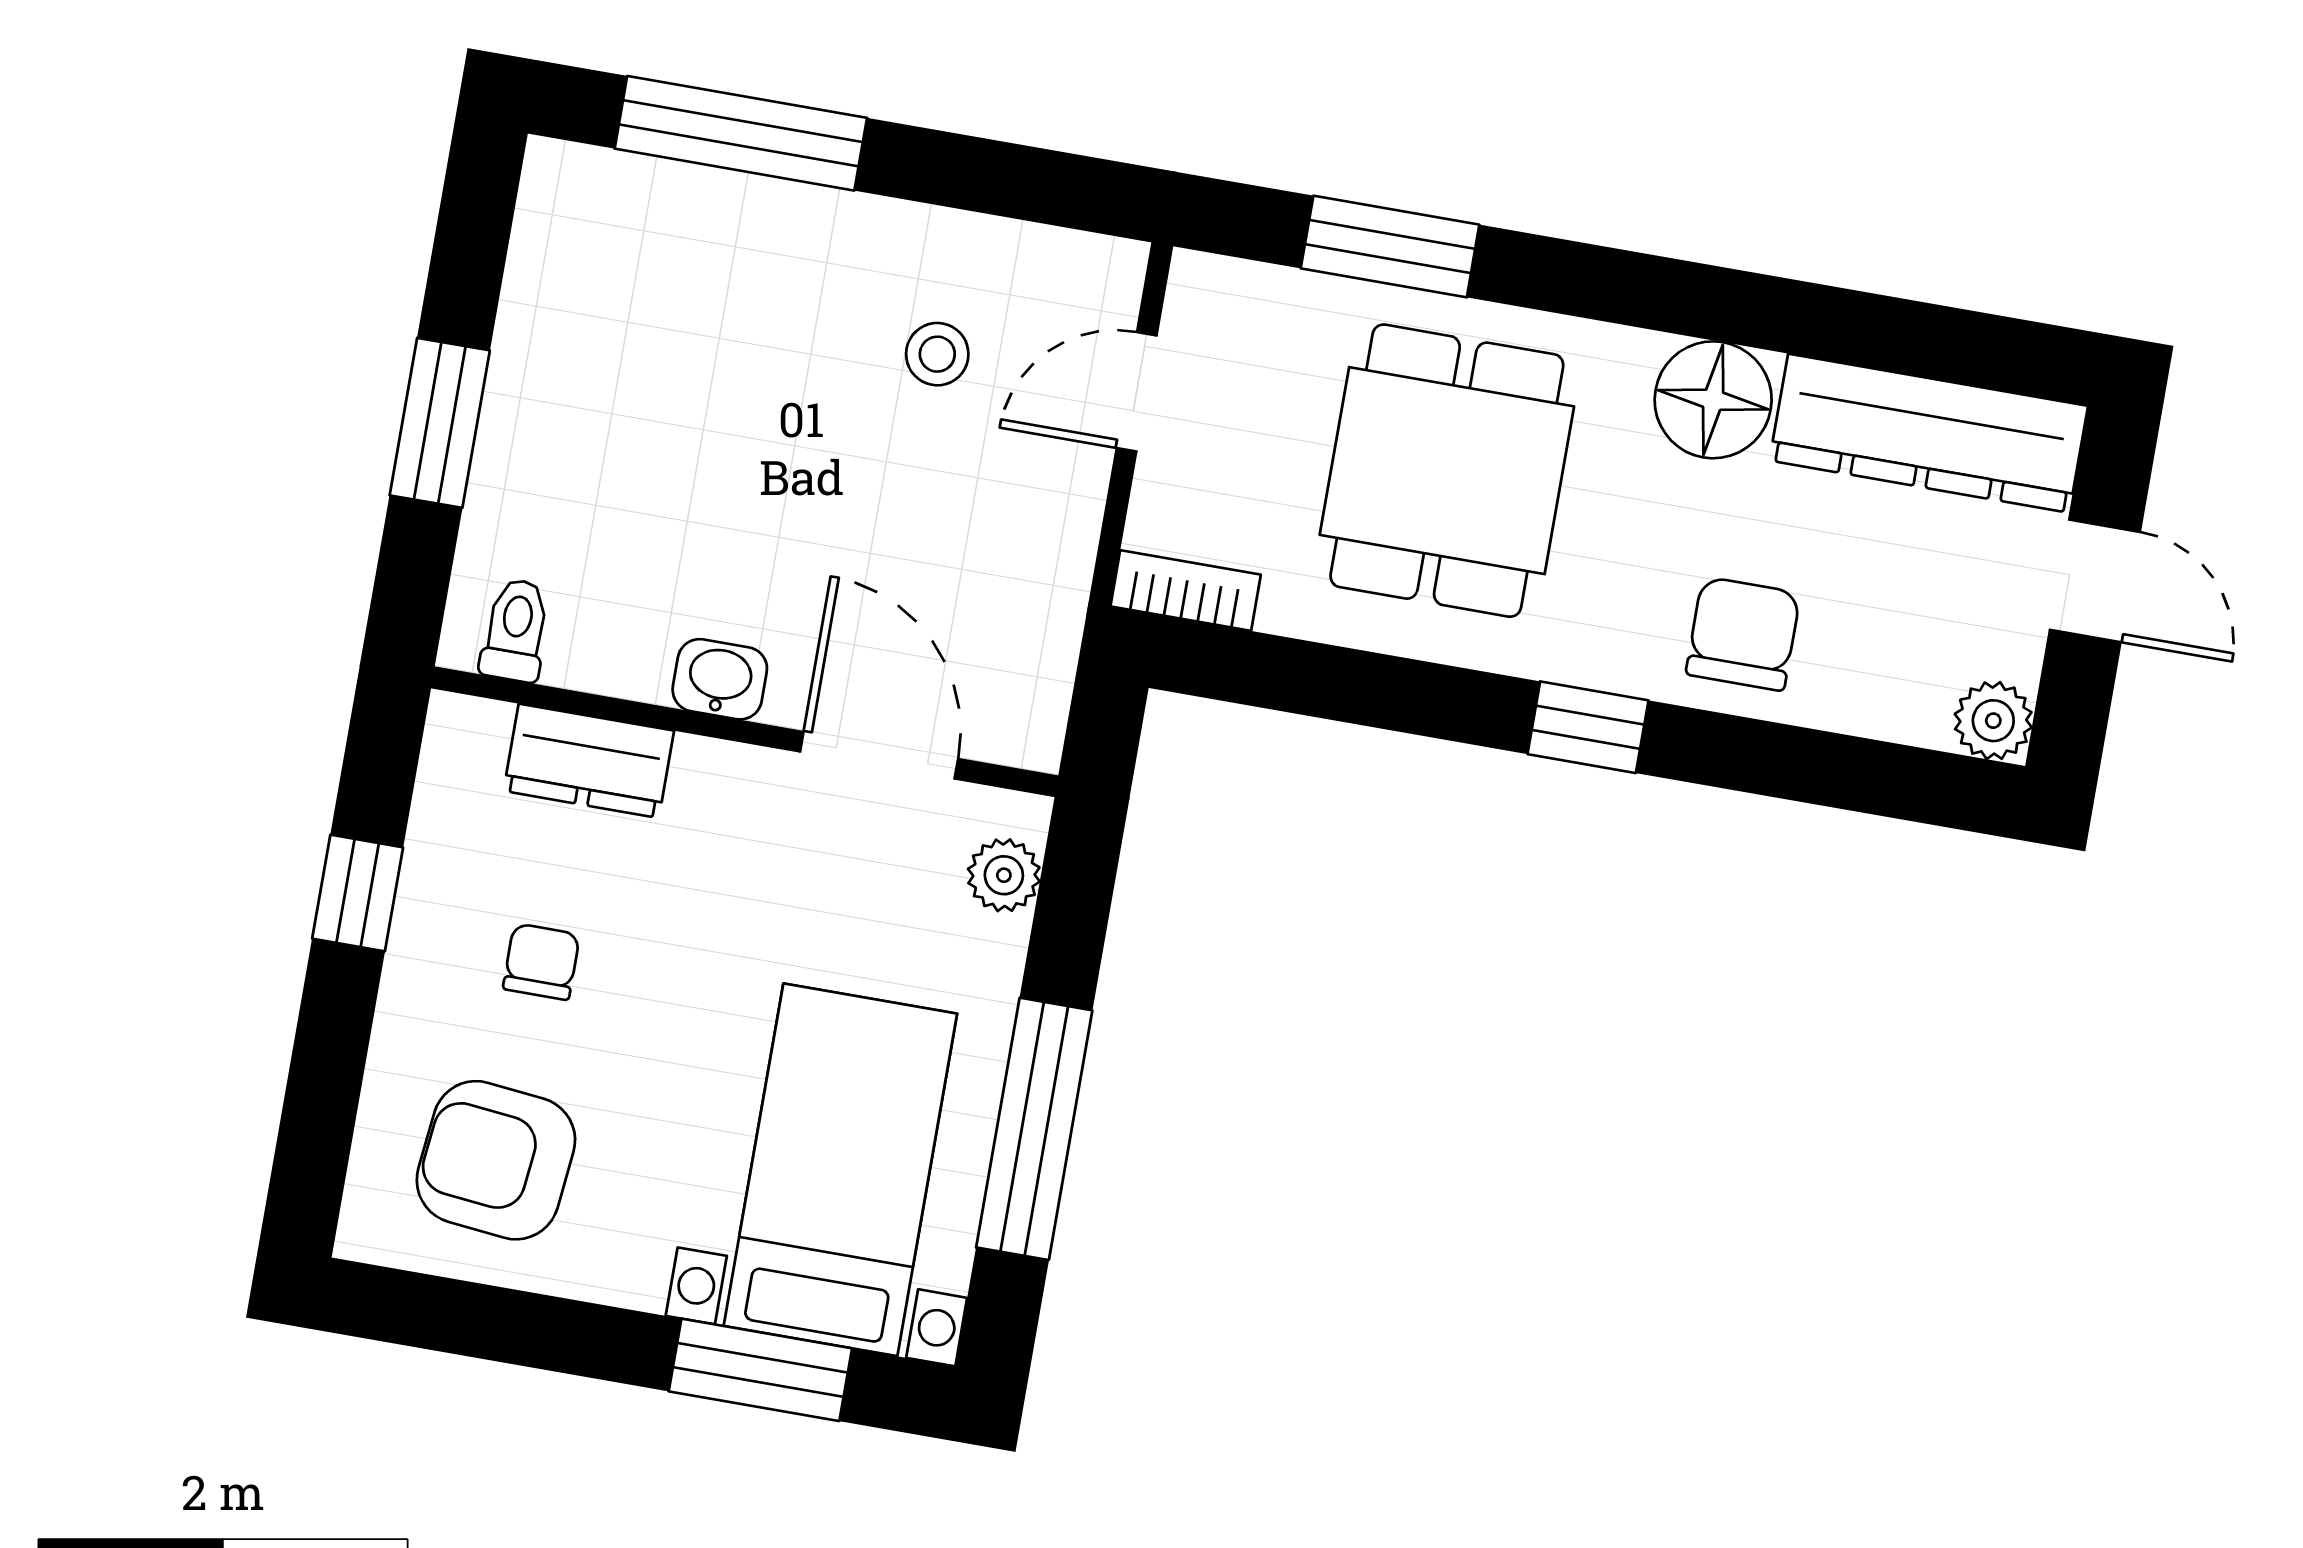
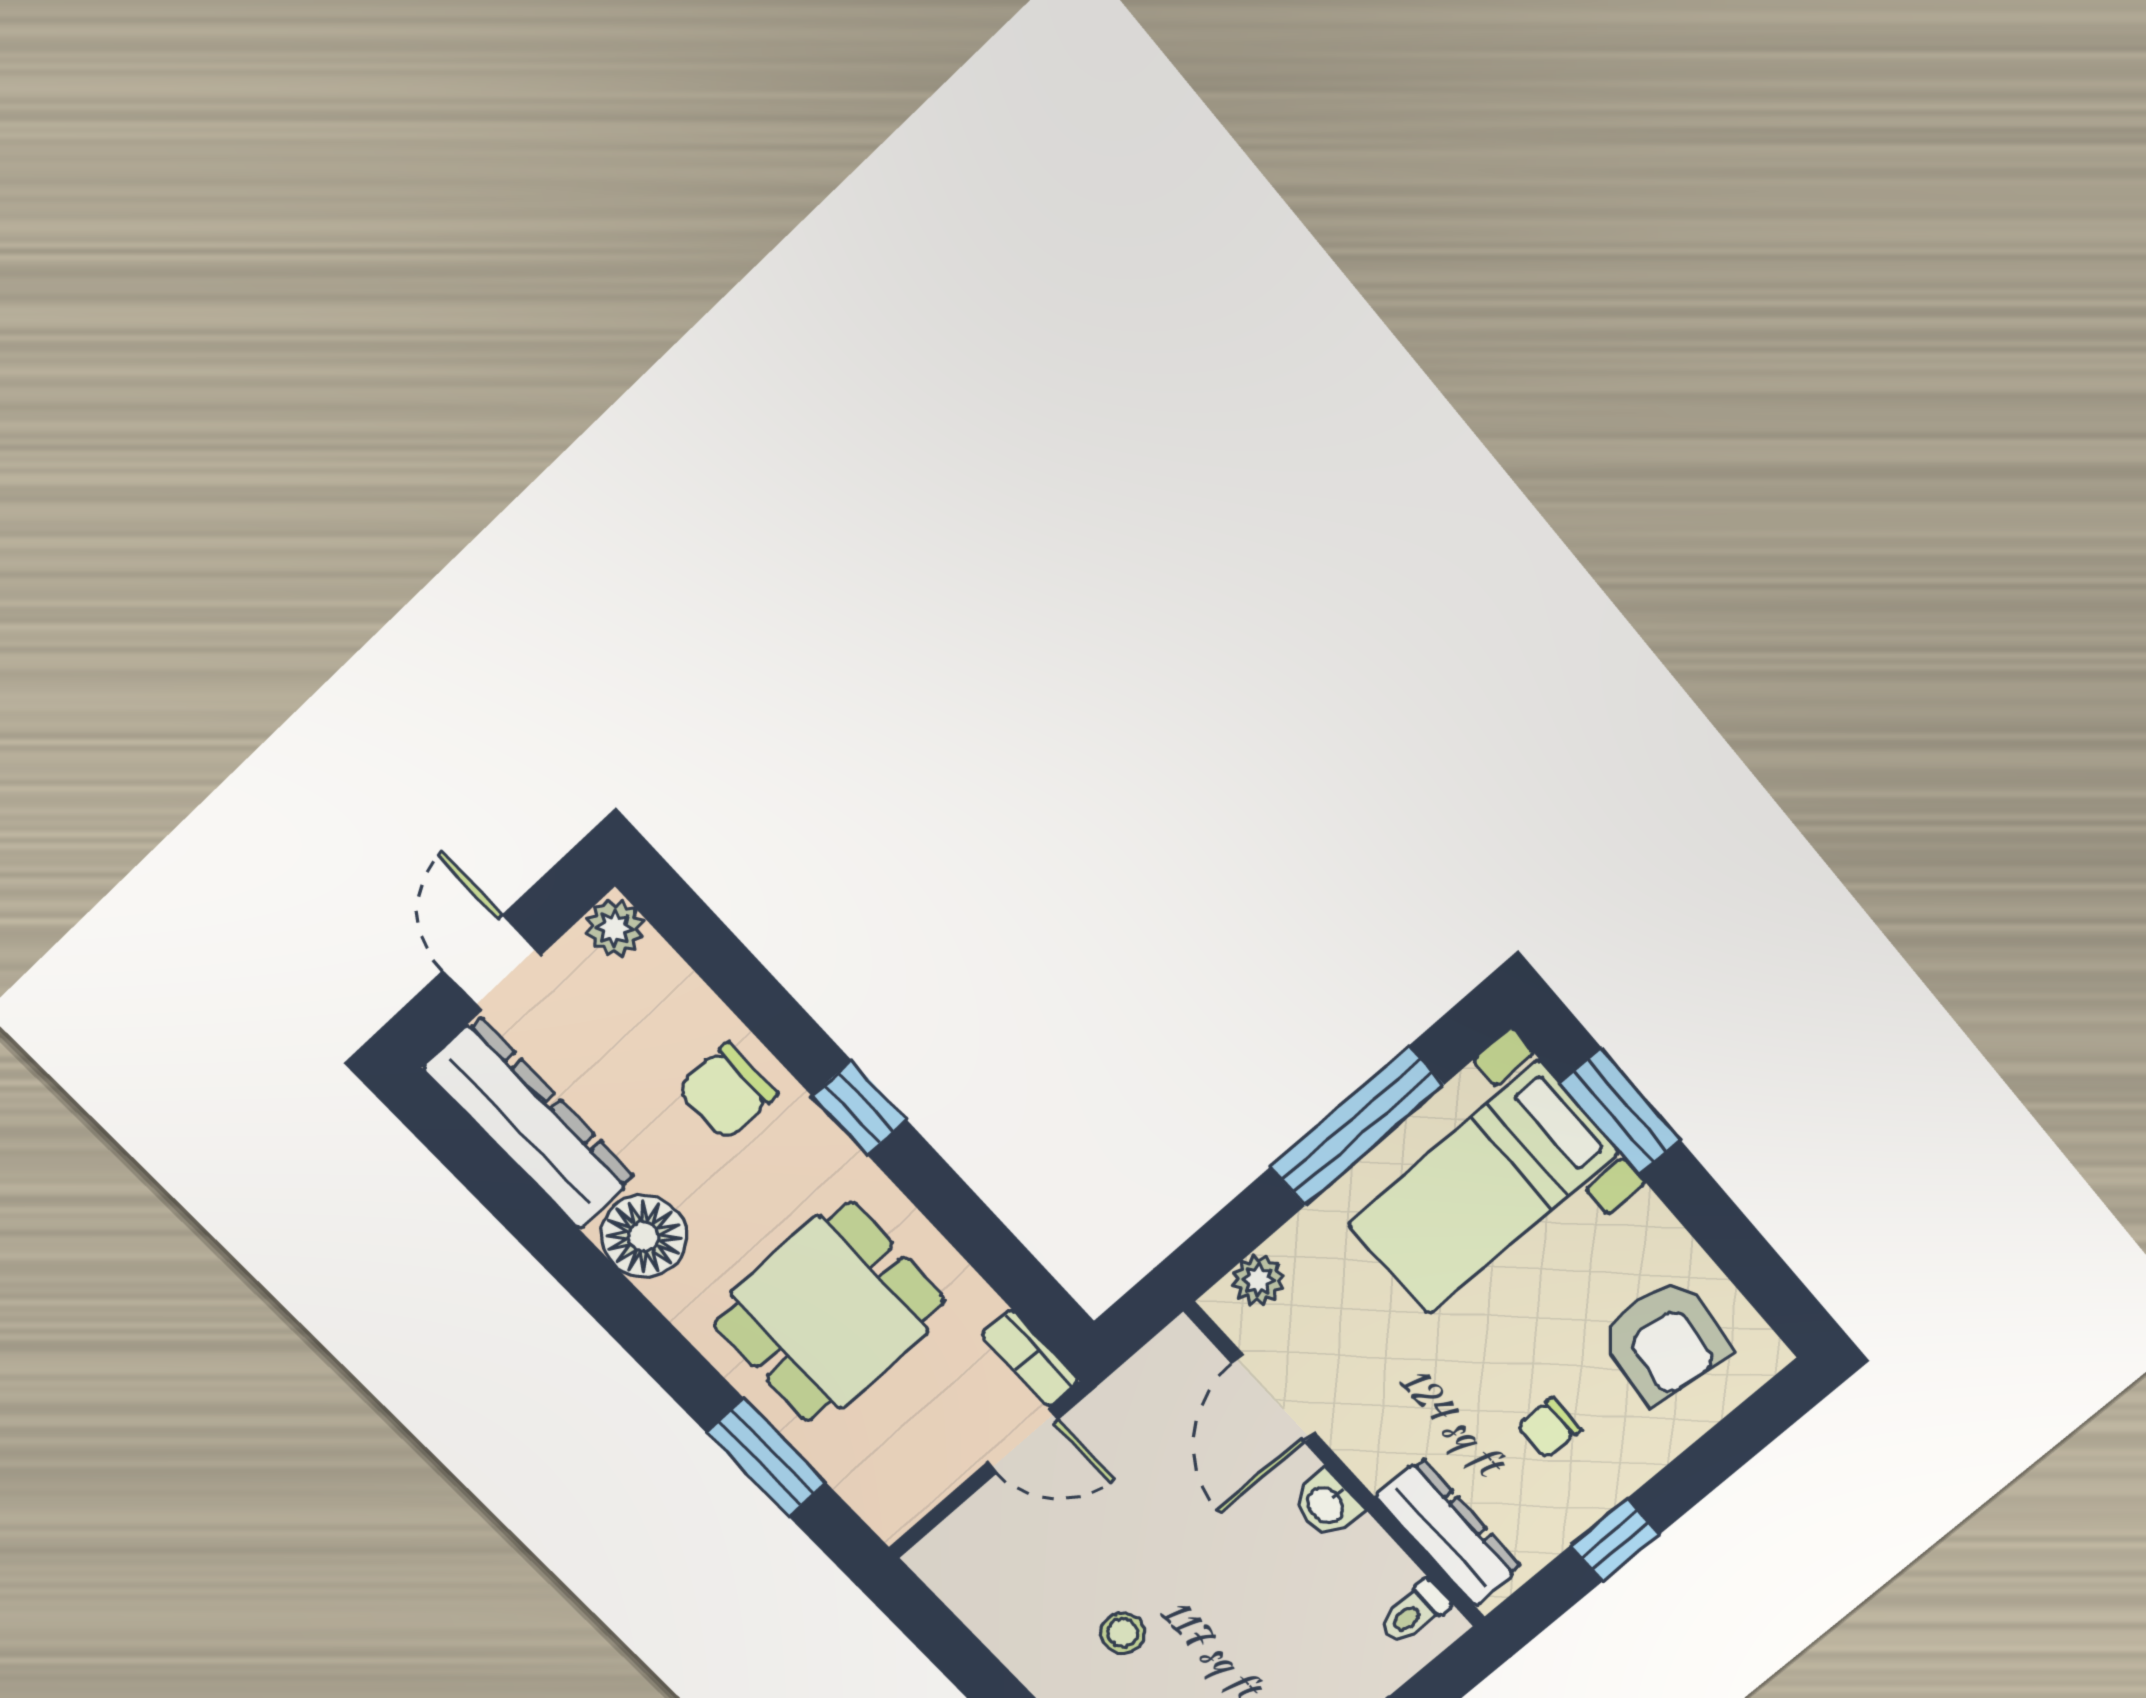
stool: (937, 354) -> (1123, 1633), moved
door: (1137, 392) -> (1022, 1441), moved
dresser: (589, 761) -> (1449, 1532), width x1.44

